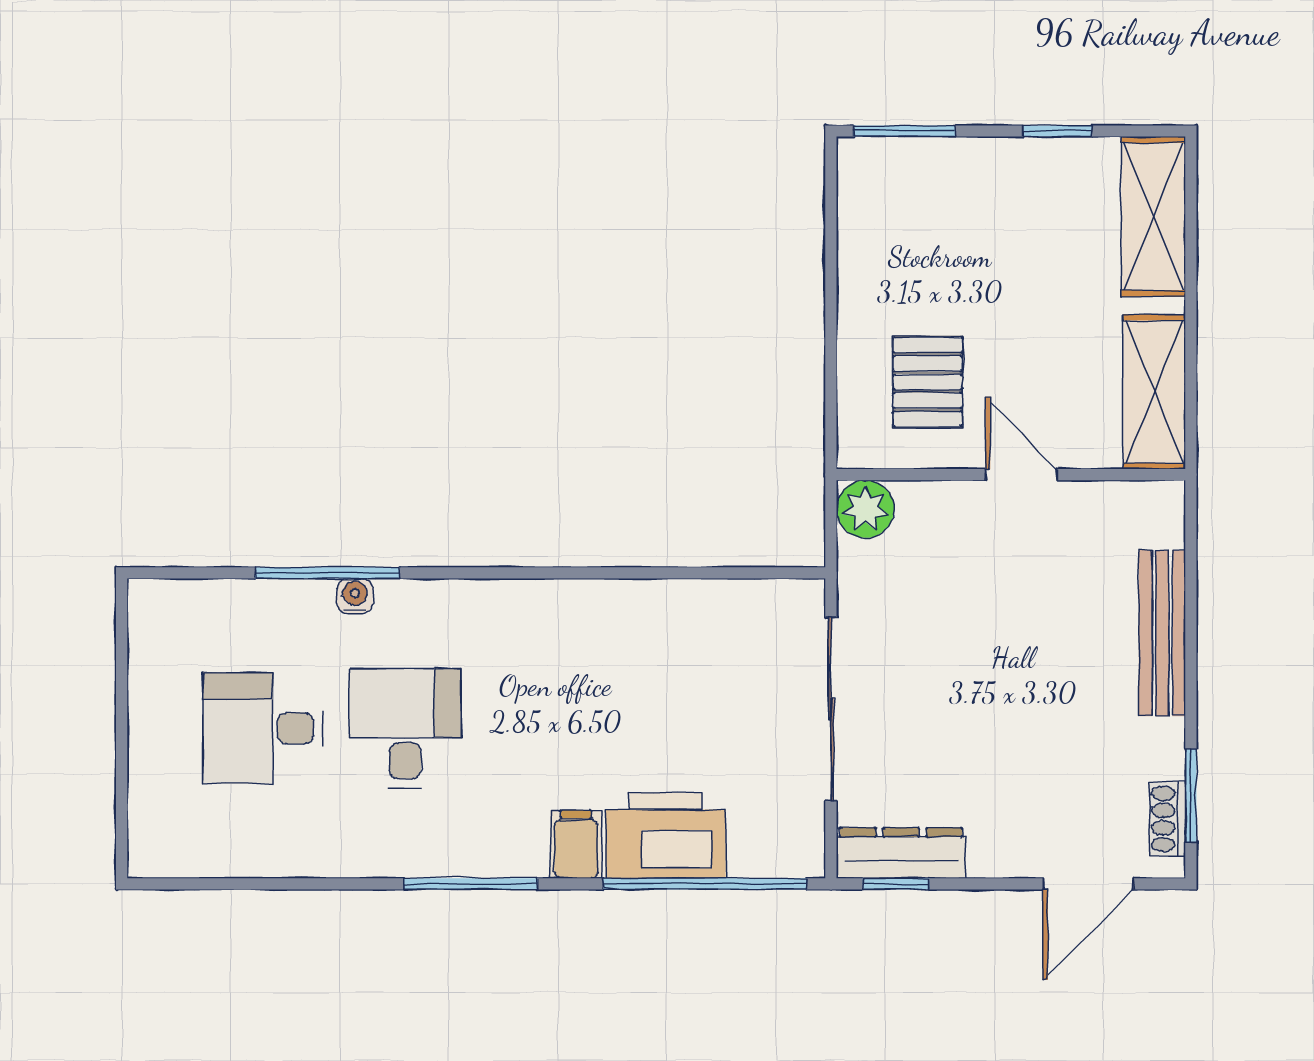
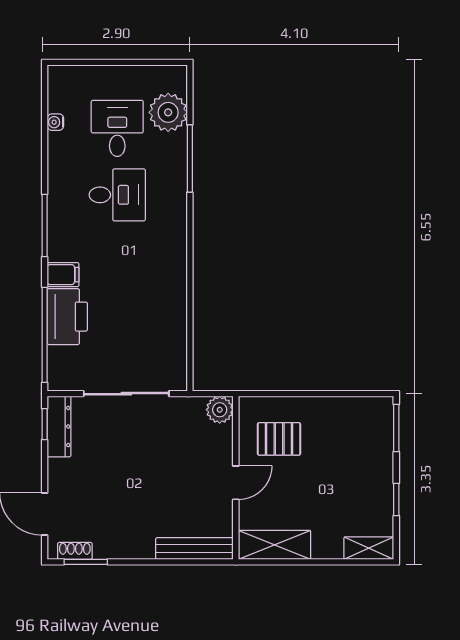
shelving: (1153, 216) -> (369, 548), width x0.67, depth x0.75
water cooler: (355, 596) -> (55, 122), moved, turned 180
plant: (229, 619) -> (168, 112), added
bench: (1162, 633) -> (194, 548), moved

